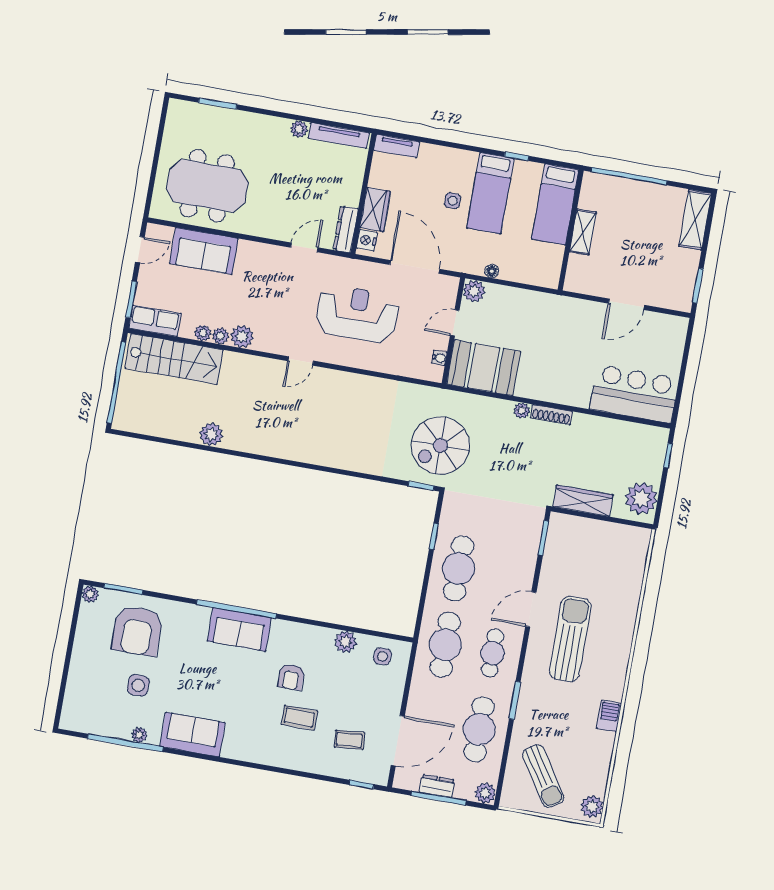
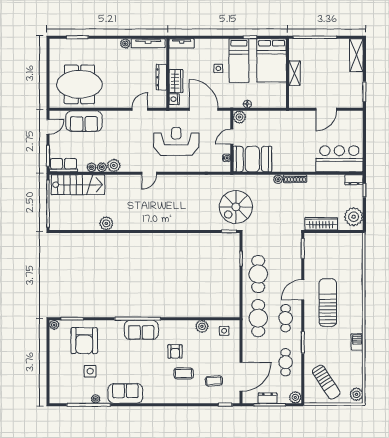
bed: (555, 204) -> (271, 60), width x1.50
dresser: (346, 229) -> (161, 77), moved
dresser: (653, 435) -> (354, 180), added
cafe table: (479, 729) -> (286, 362), width x0.73, depth x0.74

